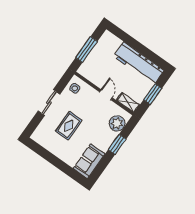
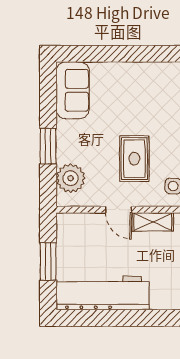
shelving: (128, 102) -> (153, 222), moved
rug: (69, 126) -> (134, 159), moved

